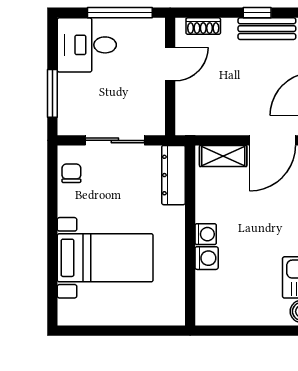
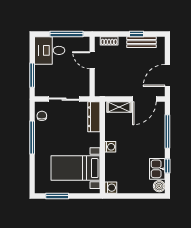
door: (170, 64) -> (92, 60), swing flipped
window: (52, 216) -> (32, 137), added
bed with nightstands: (105, 258) -> (75, 168), moved, turned 180
washing machine: (207, 258) -> (111, 188), moved
window: (101, 331) -> (57, 196), added

